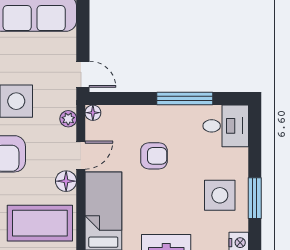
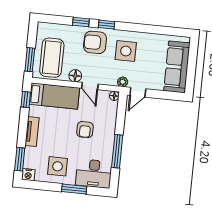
plant: (68, 119) -> (123, 82), moved
desk: (226, 126) -> (94, 174), width x1.37
window: (255, 198) -> (74, 189), moved

